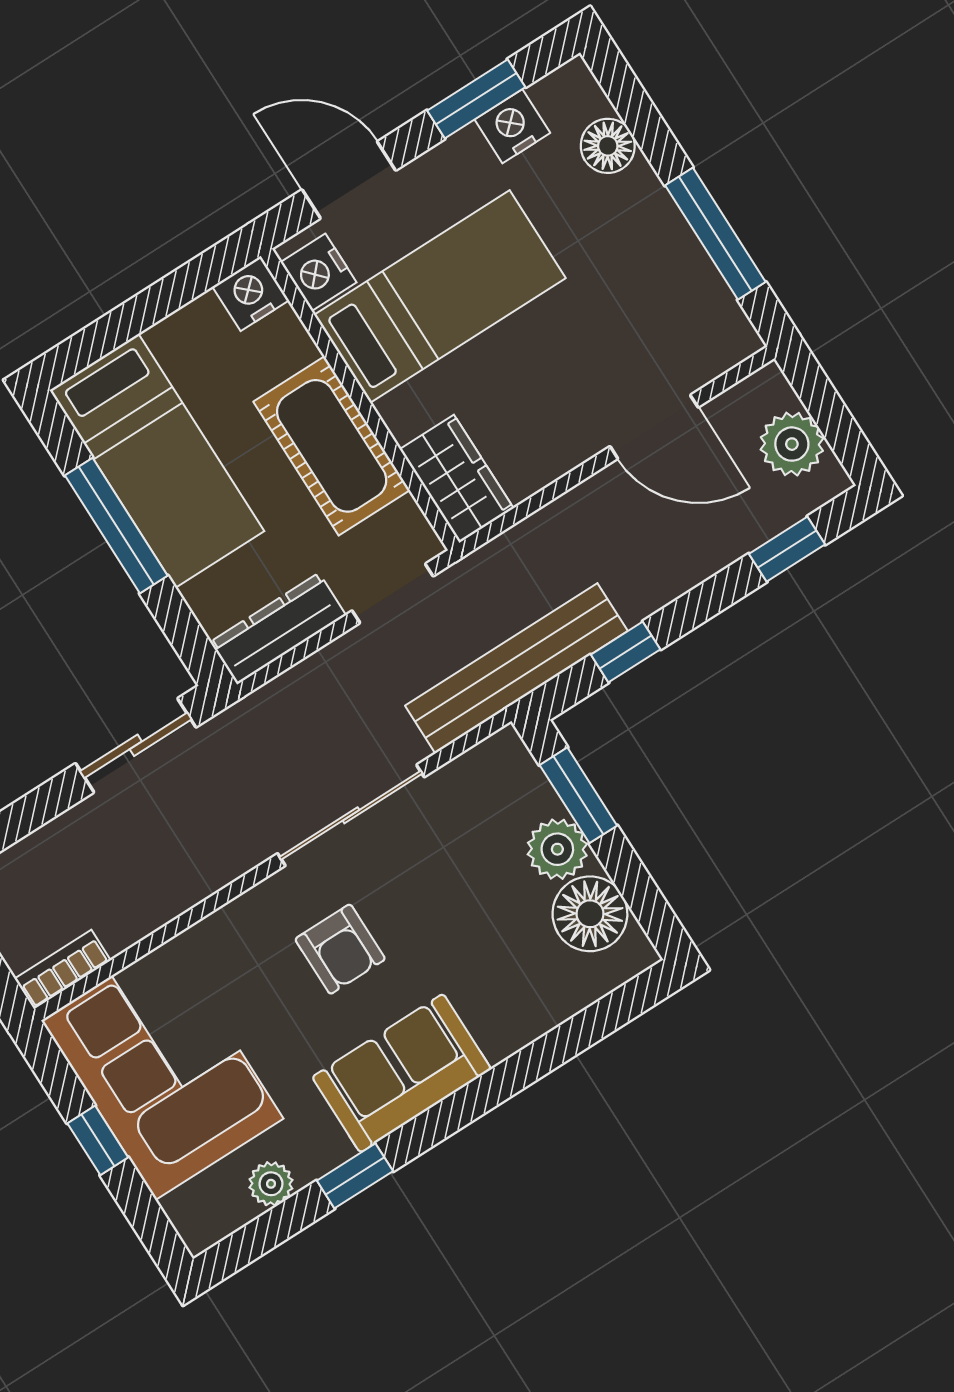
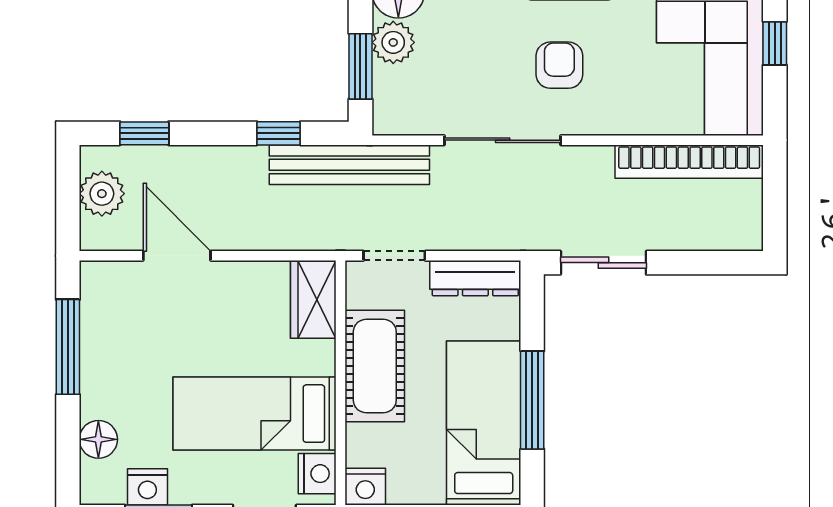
bookcase: (63, 969) -> (689, 162), width x2.31, depth x1.31

